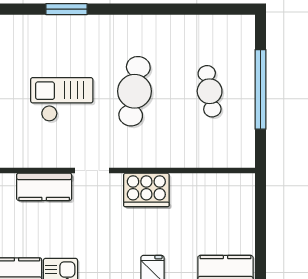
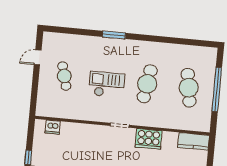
cafe table: (210, 91) -> (189, 88), width x1.37, depth x1.35
kitchen counter: (44, 187) -> (194, 141), moved

